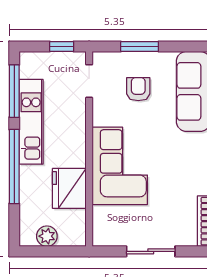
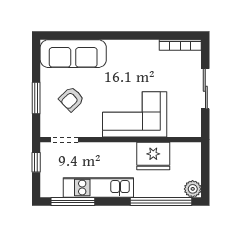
armchair: (138, 89) -> (71, 99), turned -44
window: (14, 167) -> (161, 201), moved
plant: (47, 236) -> (193, 189), moved

